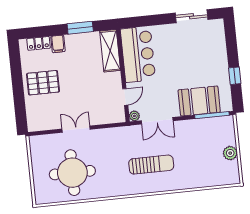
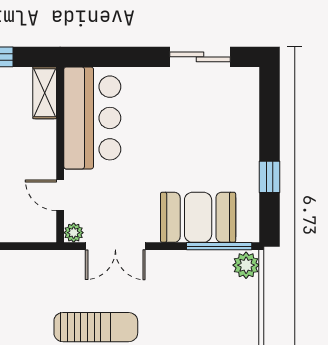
shelving: (110, 51) -> (45, 93), width x0.67, depth x0.75
door: (125, 97) -> (60, 195), swing flipped
plant: (230, 153) -> (246, 265), moved

